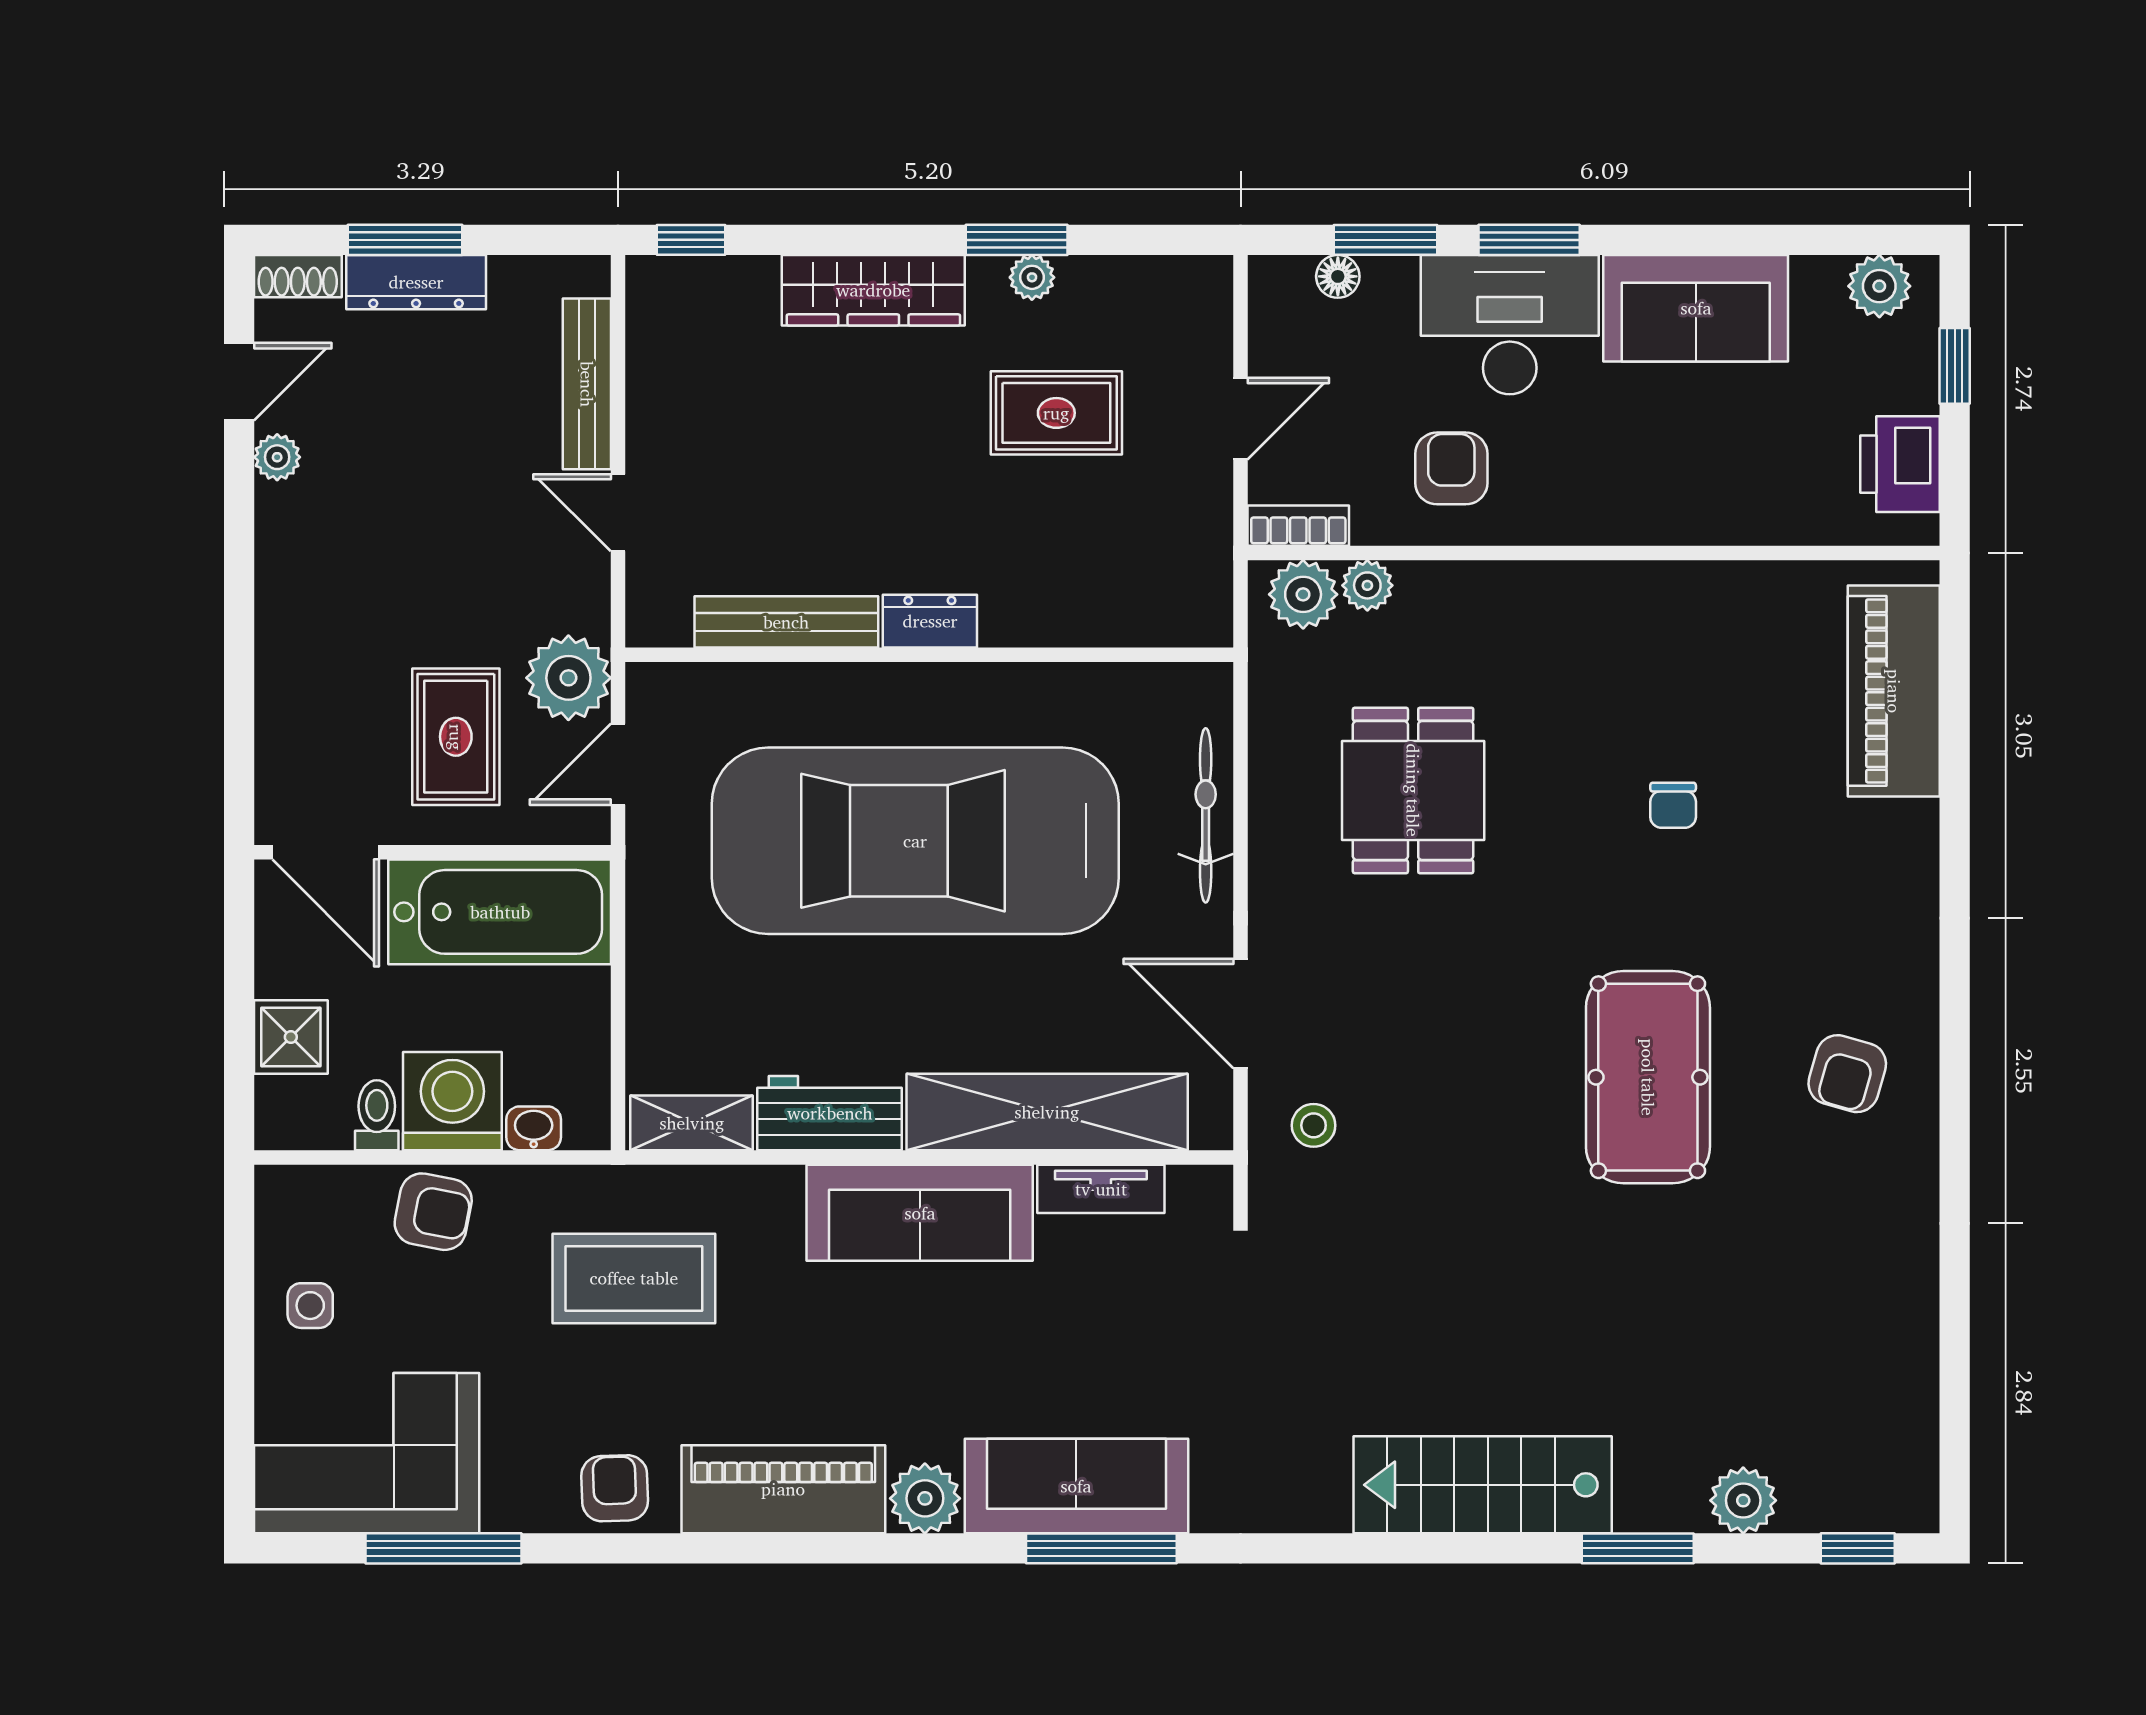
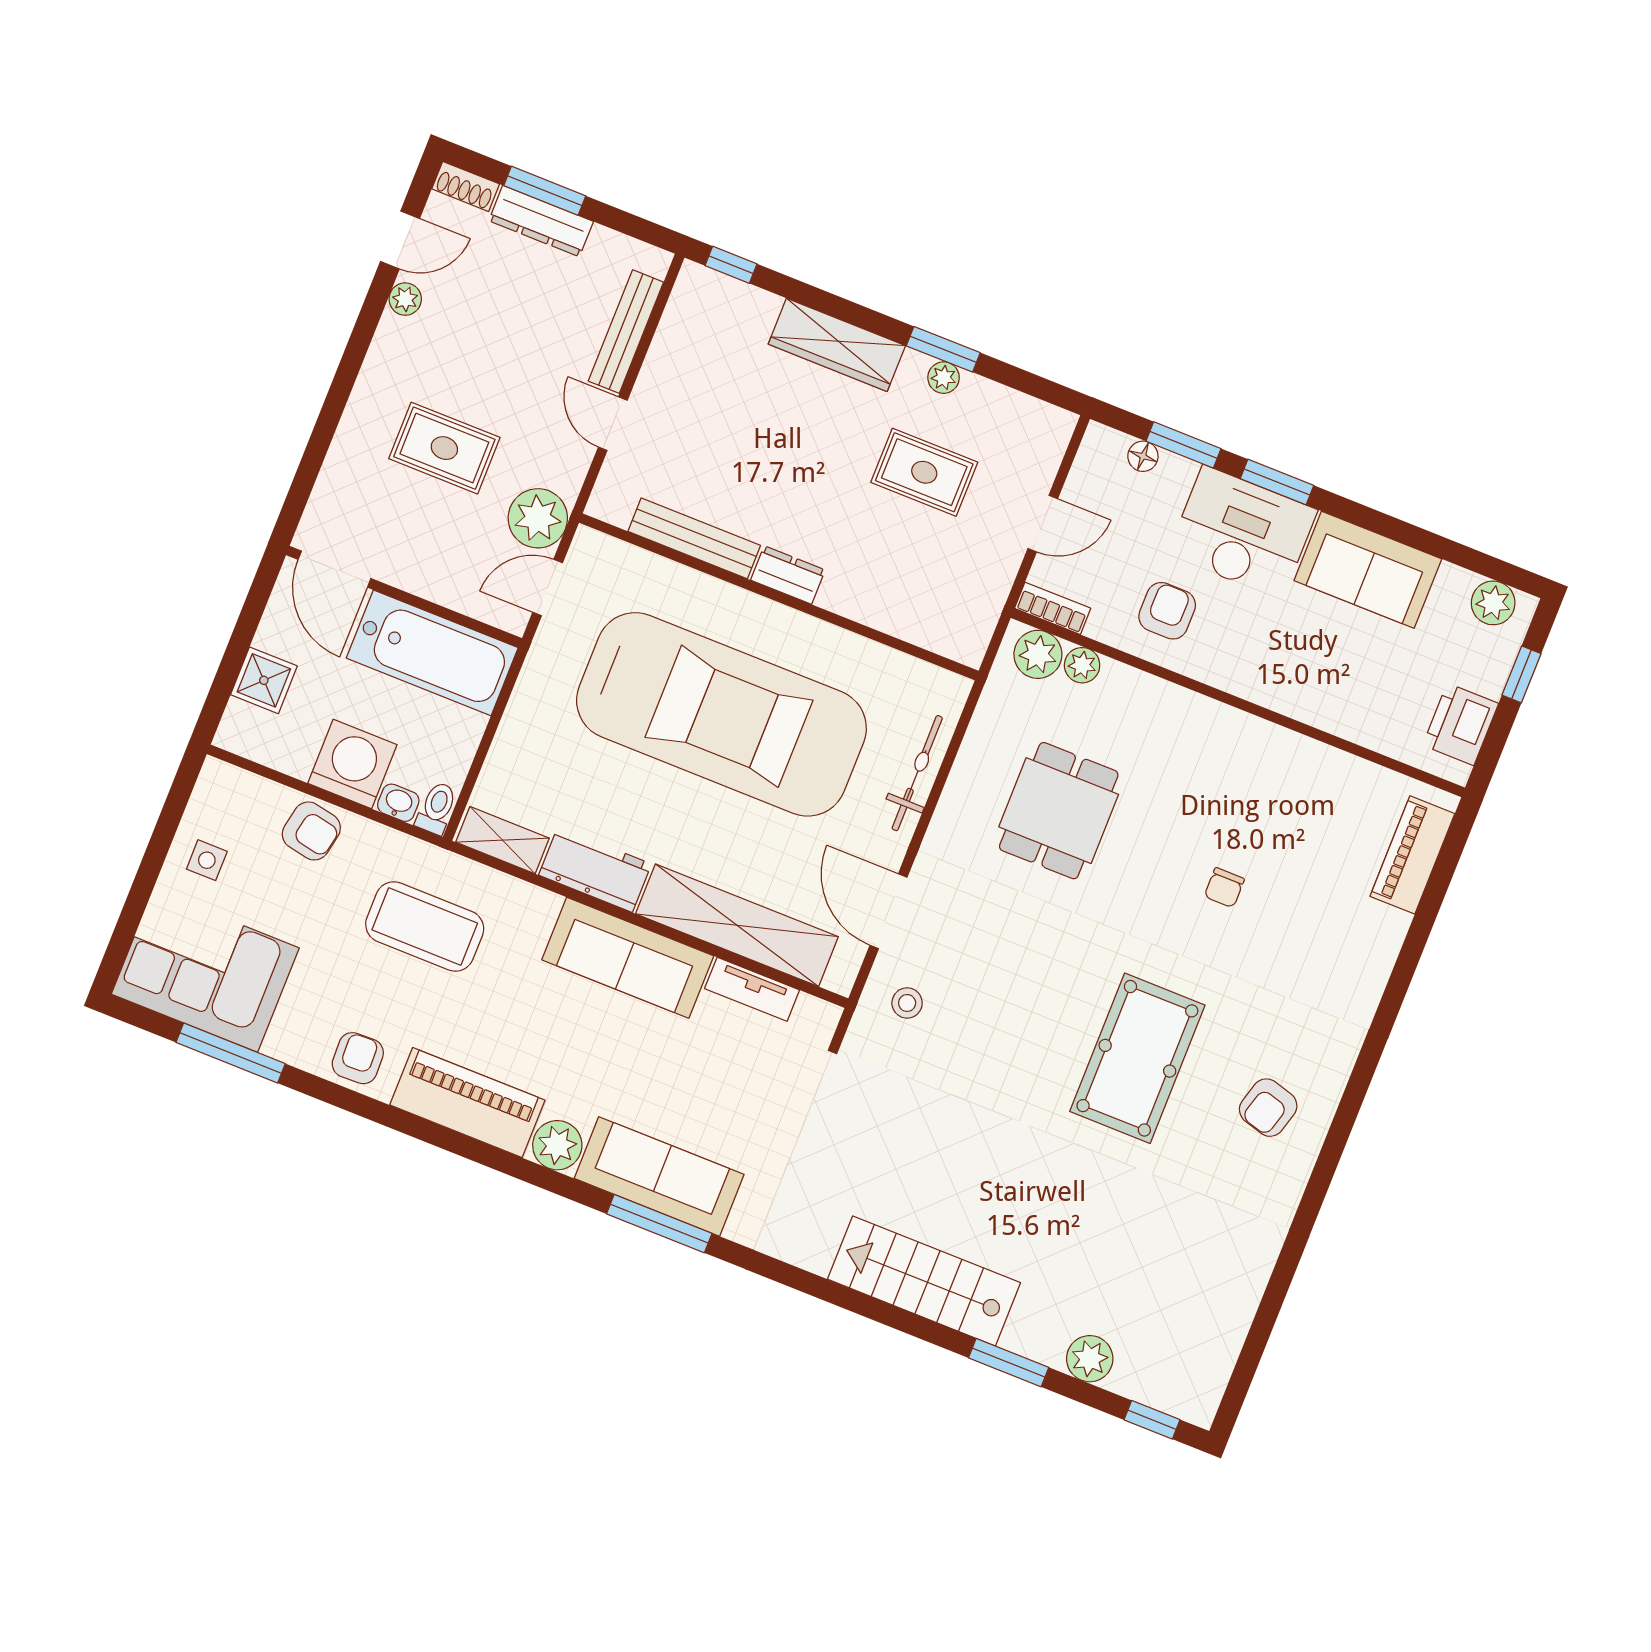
piano: (1894, 691) -> (1412, 855), width x0.73, depth x0.75
rug: (456, 737) -> (444, 448), moved, turned 90
car: (915, 841) -> (721, 714), turned 180
toilet: (377, 1115) -> (437, 808), moved

